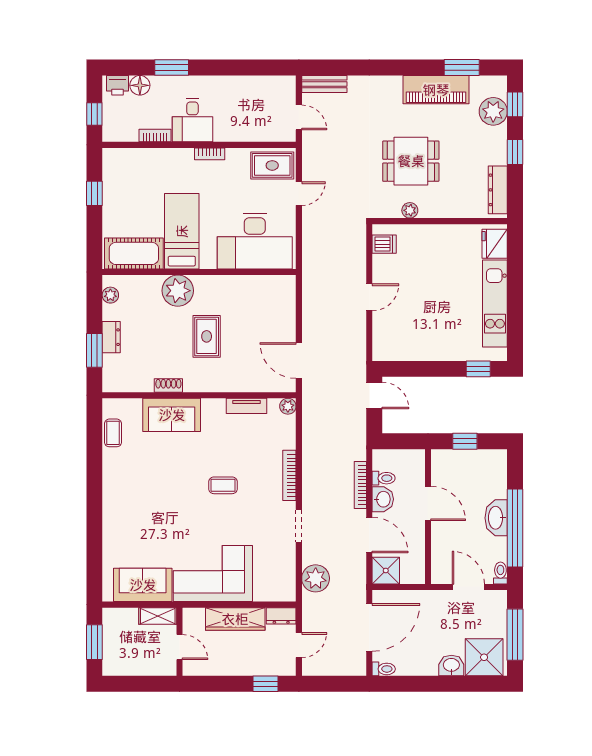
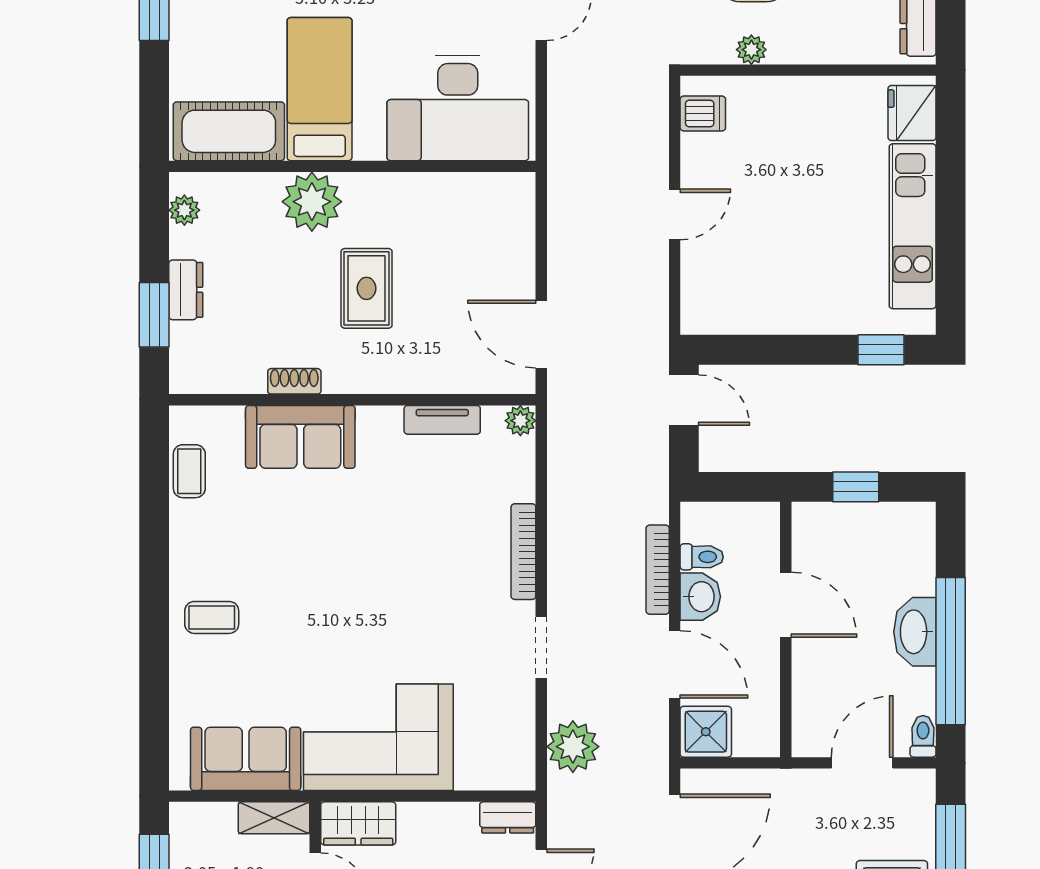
coffee table: (223, 485) -> (212, 617), moved
door: (468, 587) -> (862, 763), hinge flipped
wardrobe: (235, 619) -> (358, 823), moved, width x0.67

